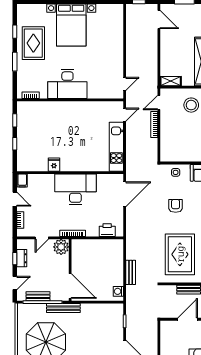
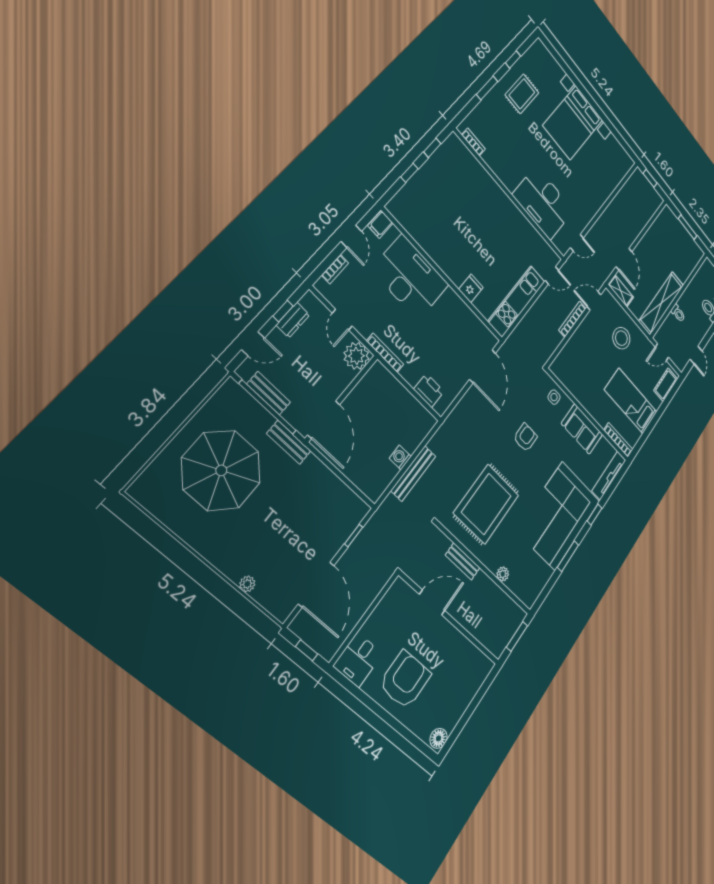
door: (159, 19) -> (624, 259), moved
rug: (33, 43) -> (522, 94), width x0.73, depth x0.70
desk: (67, 84) -> (543, 203), moved
fridge: (54, 165) -> (471, 288), moved
desk: (75, 189) -> (410, 277), moved
door: (125, 194) -> (483, 366), hinge flipped
door: (42, 238) -> (342, 320), hinge flipped
bench: (131, 272) -> (413, 473), width x1.36
washing machine: (118, 291) -> (400, 457), moved
bench: (63, 308) -> (289, 442), width x0.73

